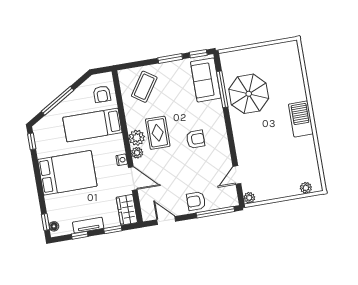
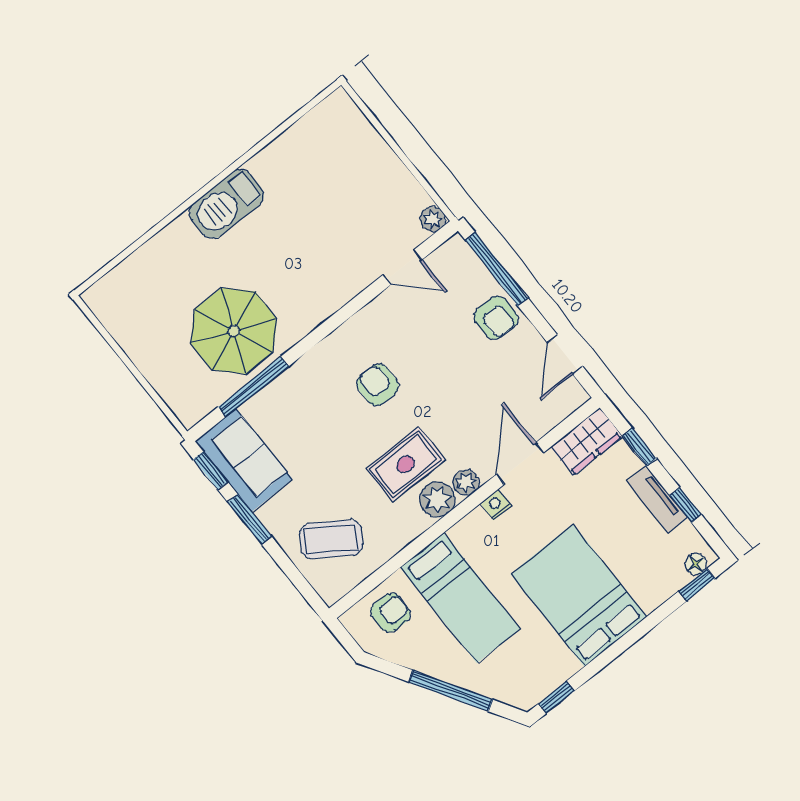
sofa: (206, 80) -> (244, 460), moved, turned -90
plant: (306, 188) -> (353, 121), removed

